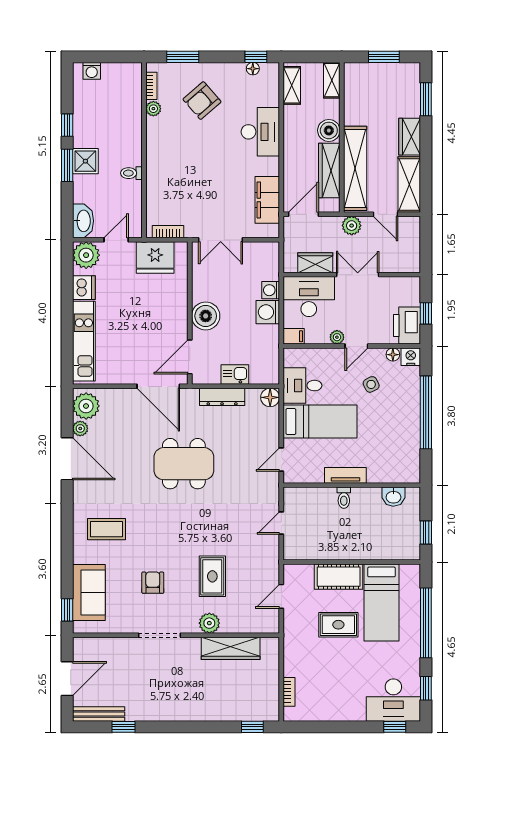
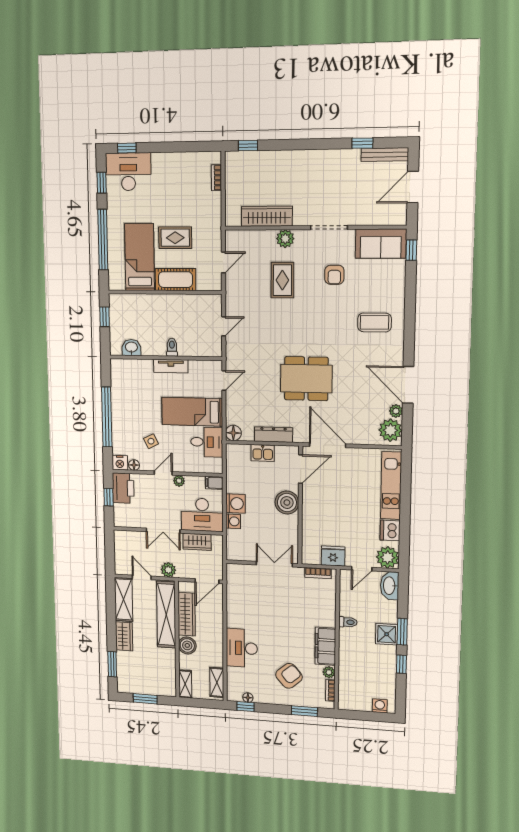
filing cabinet: (267, 200) -> (325, 646), moved, turned 180
fridge: (155, 258) -> (333, 556), width x0.73, depth x0.75
sofa: (89, 592) -> (381, 244), moved, turned -90

